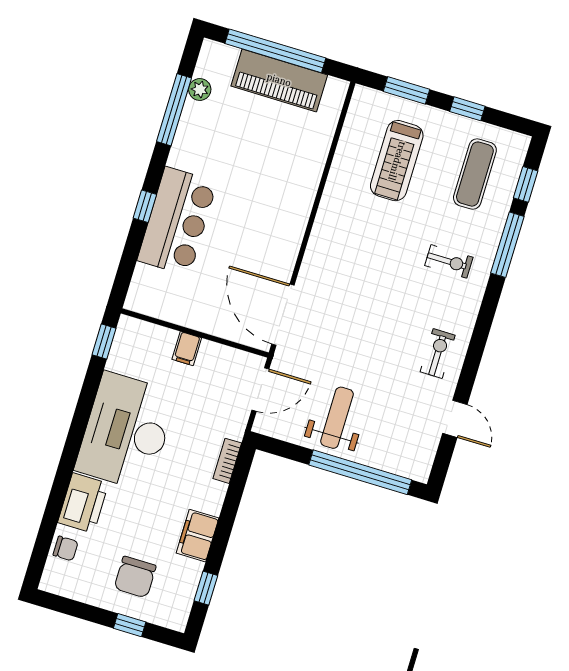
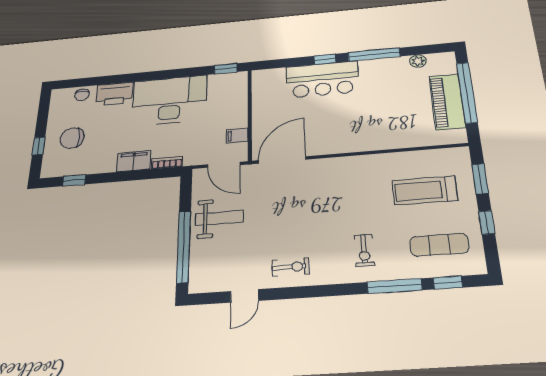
window: (174, 110) -> (374, 55), moved
filing cabinet: (187, 349) -> (237, 136), moved
filing cabinet: (198, 536) -> (134, 161), moved

